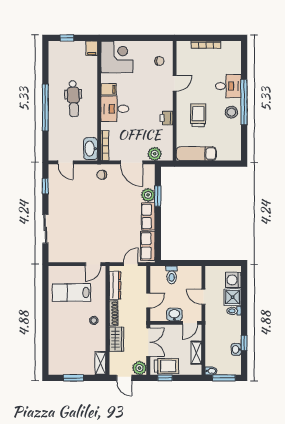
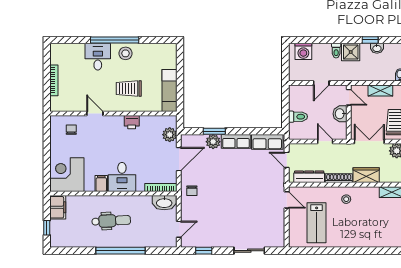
filing cabinet: (92, 48) -> (58, 207), width x2.00
shower: (233, 297) -> (351, 52), moved

